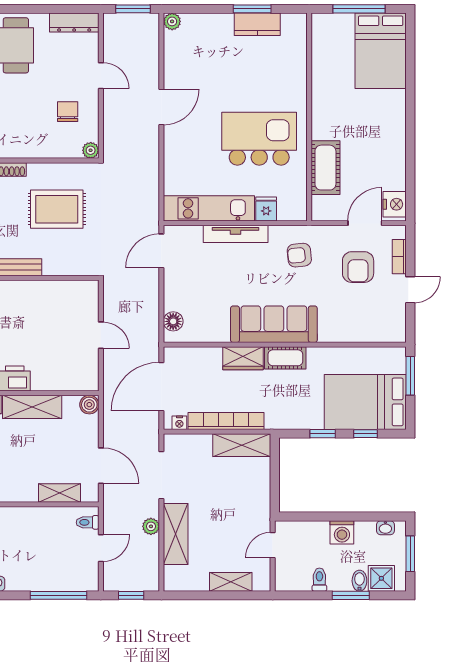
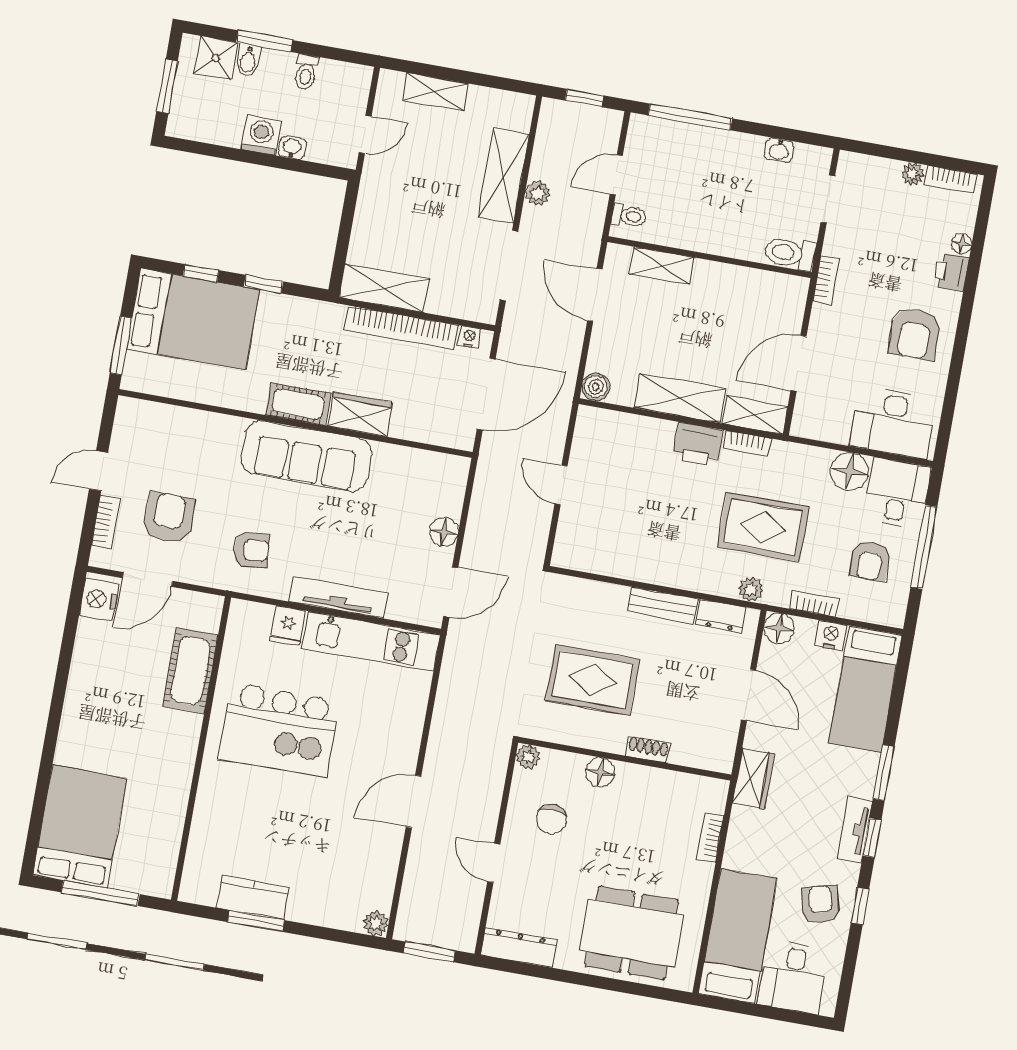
floor lamp: (41, 149) -> (600, 772), added
floor lamp: (173, 321) -> (444, 532), moved
washbasin: (385, 528) -> (292, 148), moved

